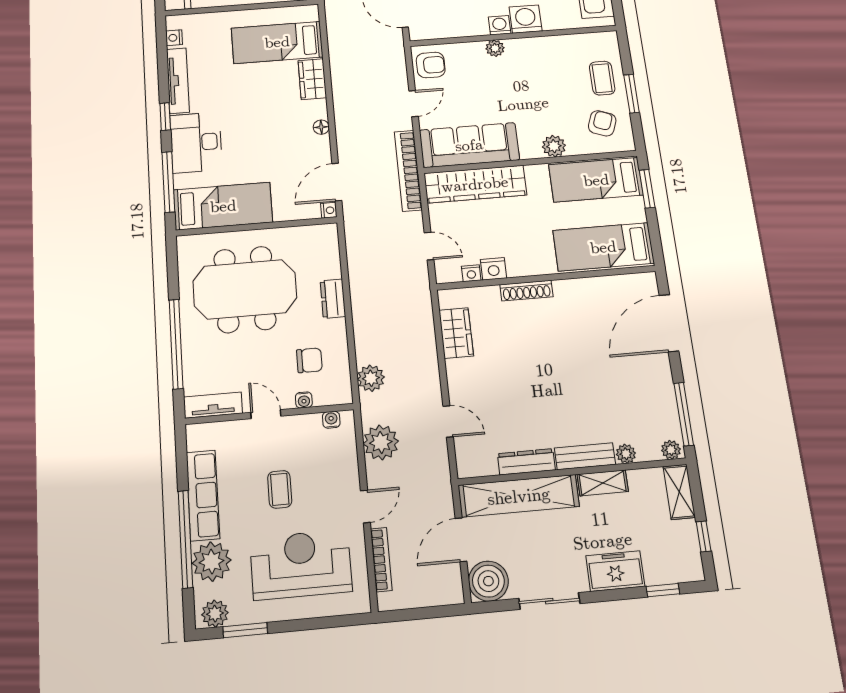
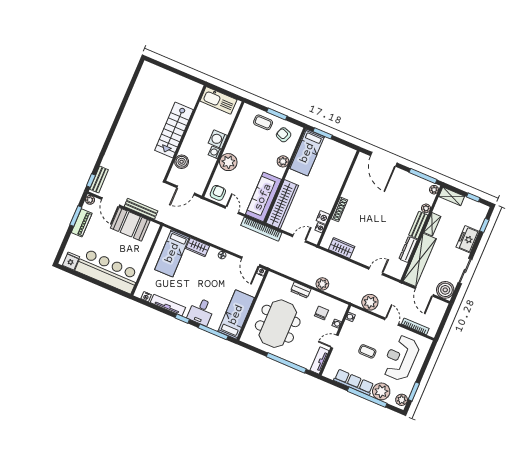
plant: (495, 48) -> (228, 162), width x1.88, depth x1.88
desk: (196, 142) -> (201, 311), width x0.73
bed: (603, 247) -> (338, 167), removed
plant: (371, 378) -> (322, 284), moved

